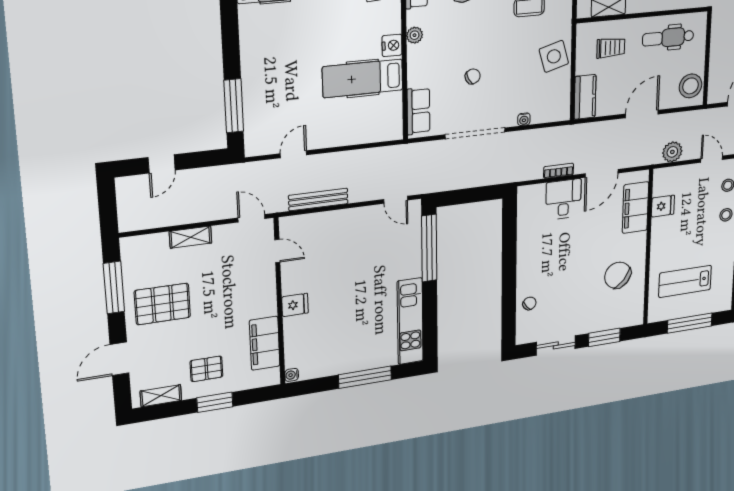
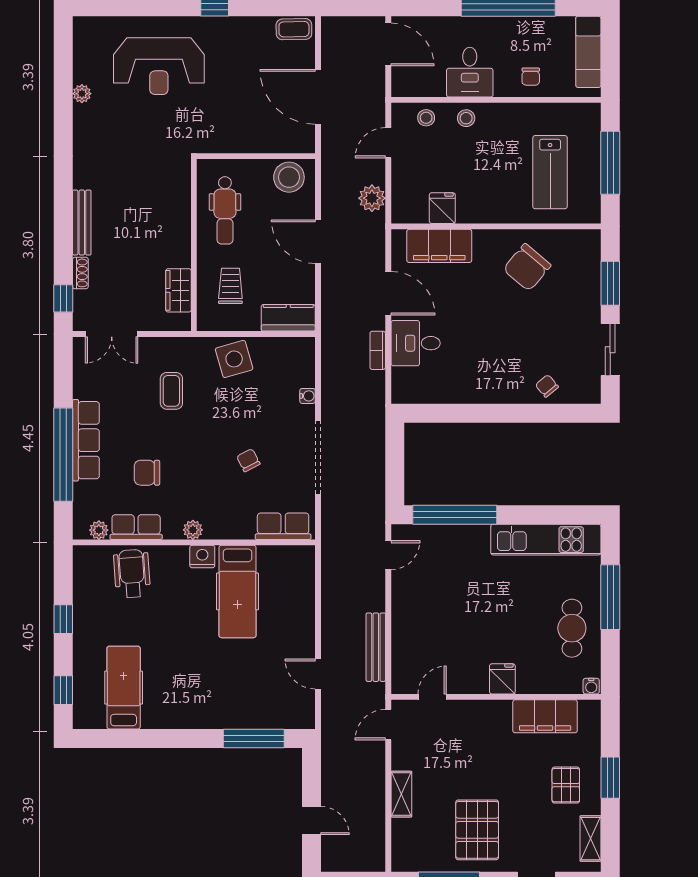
cafe table: (339, 352) -> (572, 628), added

